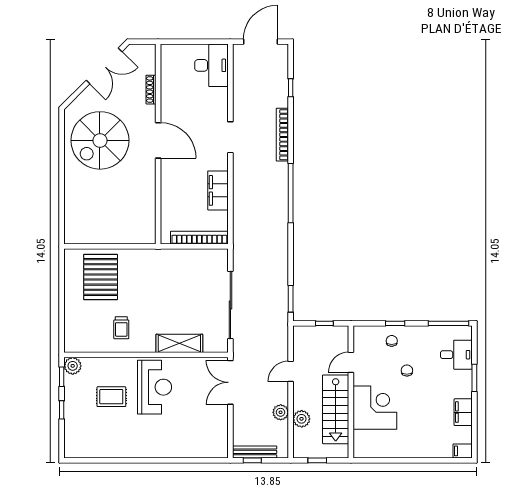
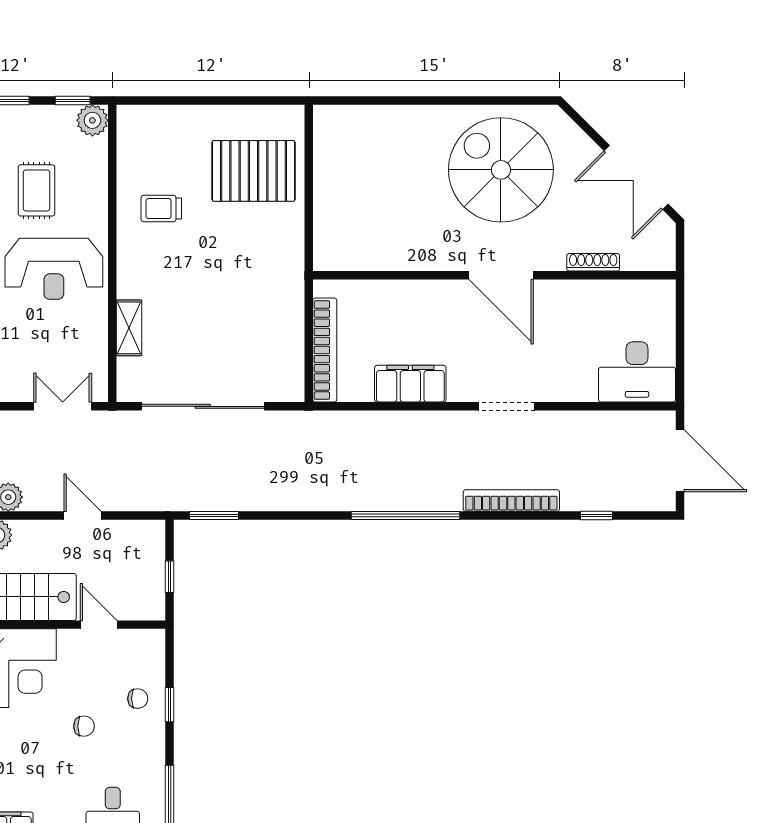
door: (158, 140) -> (501, 275), hinge flipped
shelving: (179, 343) -> (129, 328), width x0.67, depth x0.75
double door: (230, 382) -> (63, 406), width x0.73

